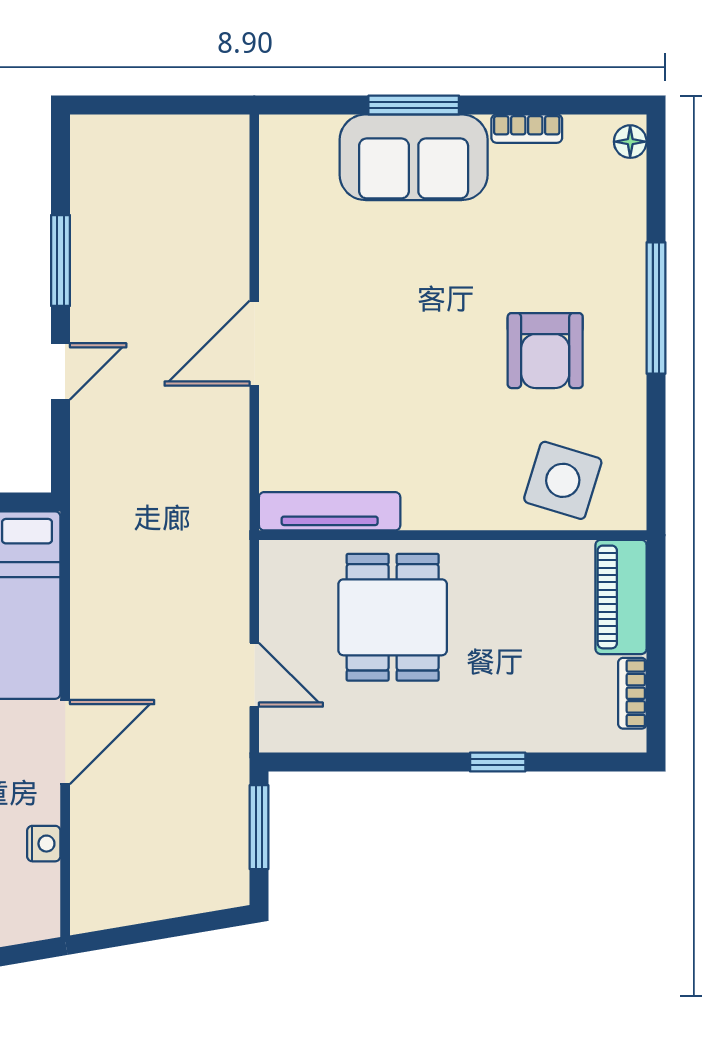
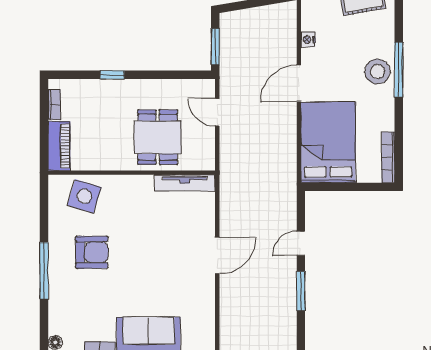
armchair: (545, 351) -> (92, 252), turned 90

